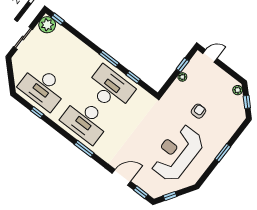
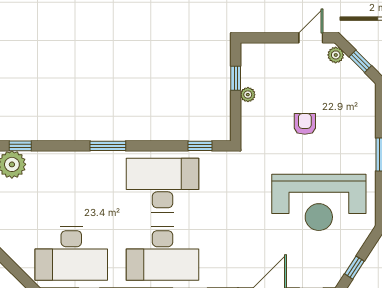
door: (210, 56) -> (311, 38), moved
window: (109, 59) -> (108, 146), moved
window: (133, 77) -> (200, 146), moved
reception desk: (177, 153) -> (319, 202), turned -90

